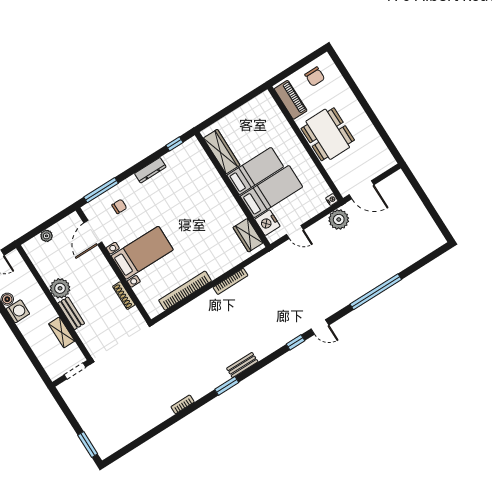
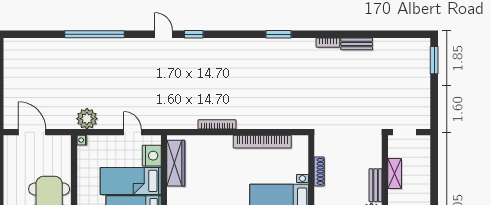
door: (361, 190) -> (32, 132), moved
wardrobe: (248, 235) -> (176, 163), width x1.50
bench: (242, 365) -> (357, 44), moved

